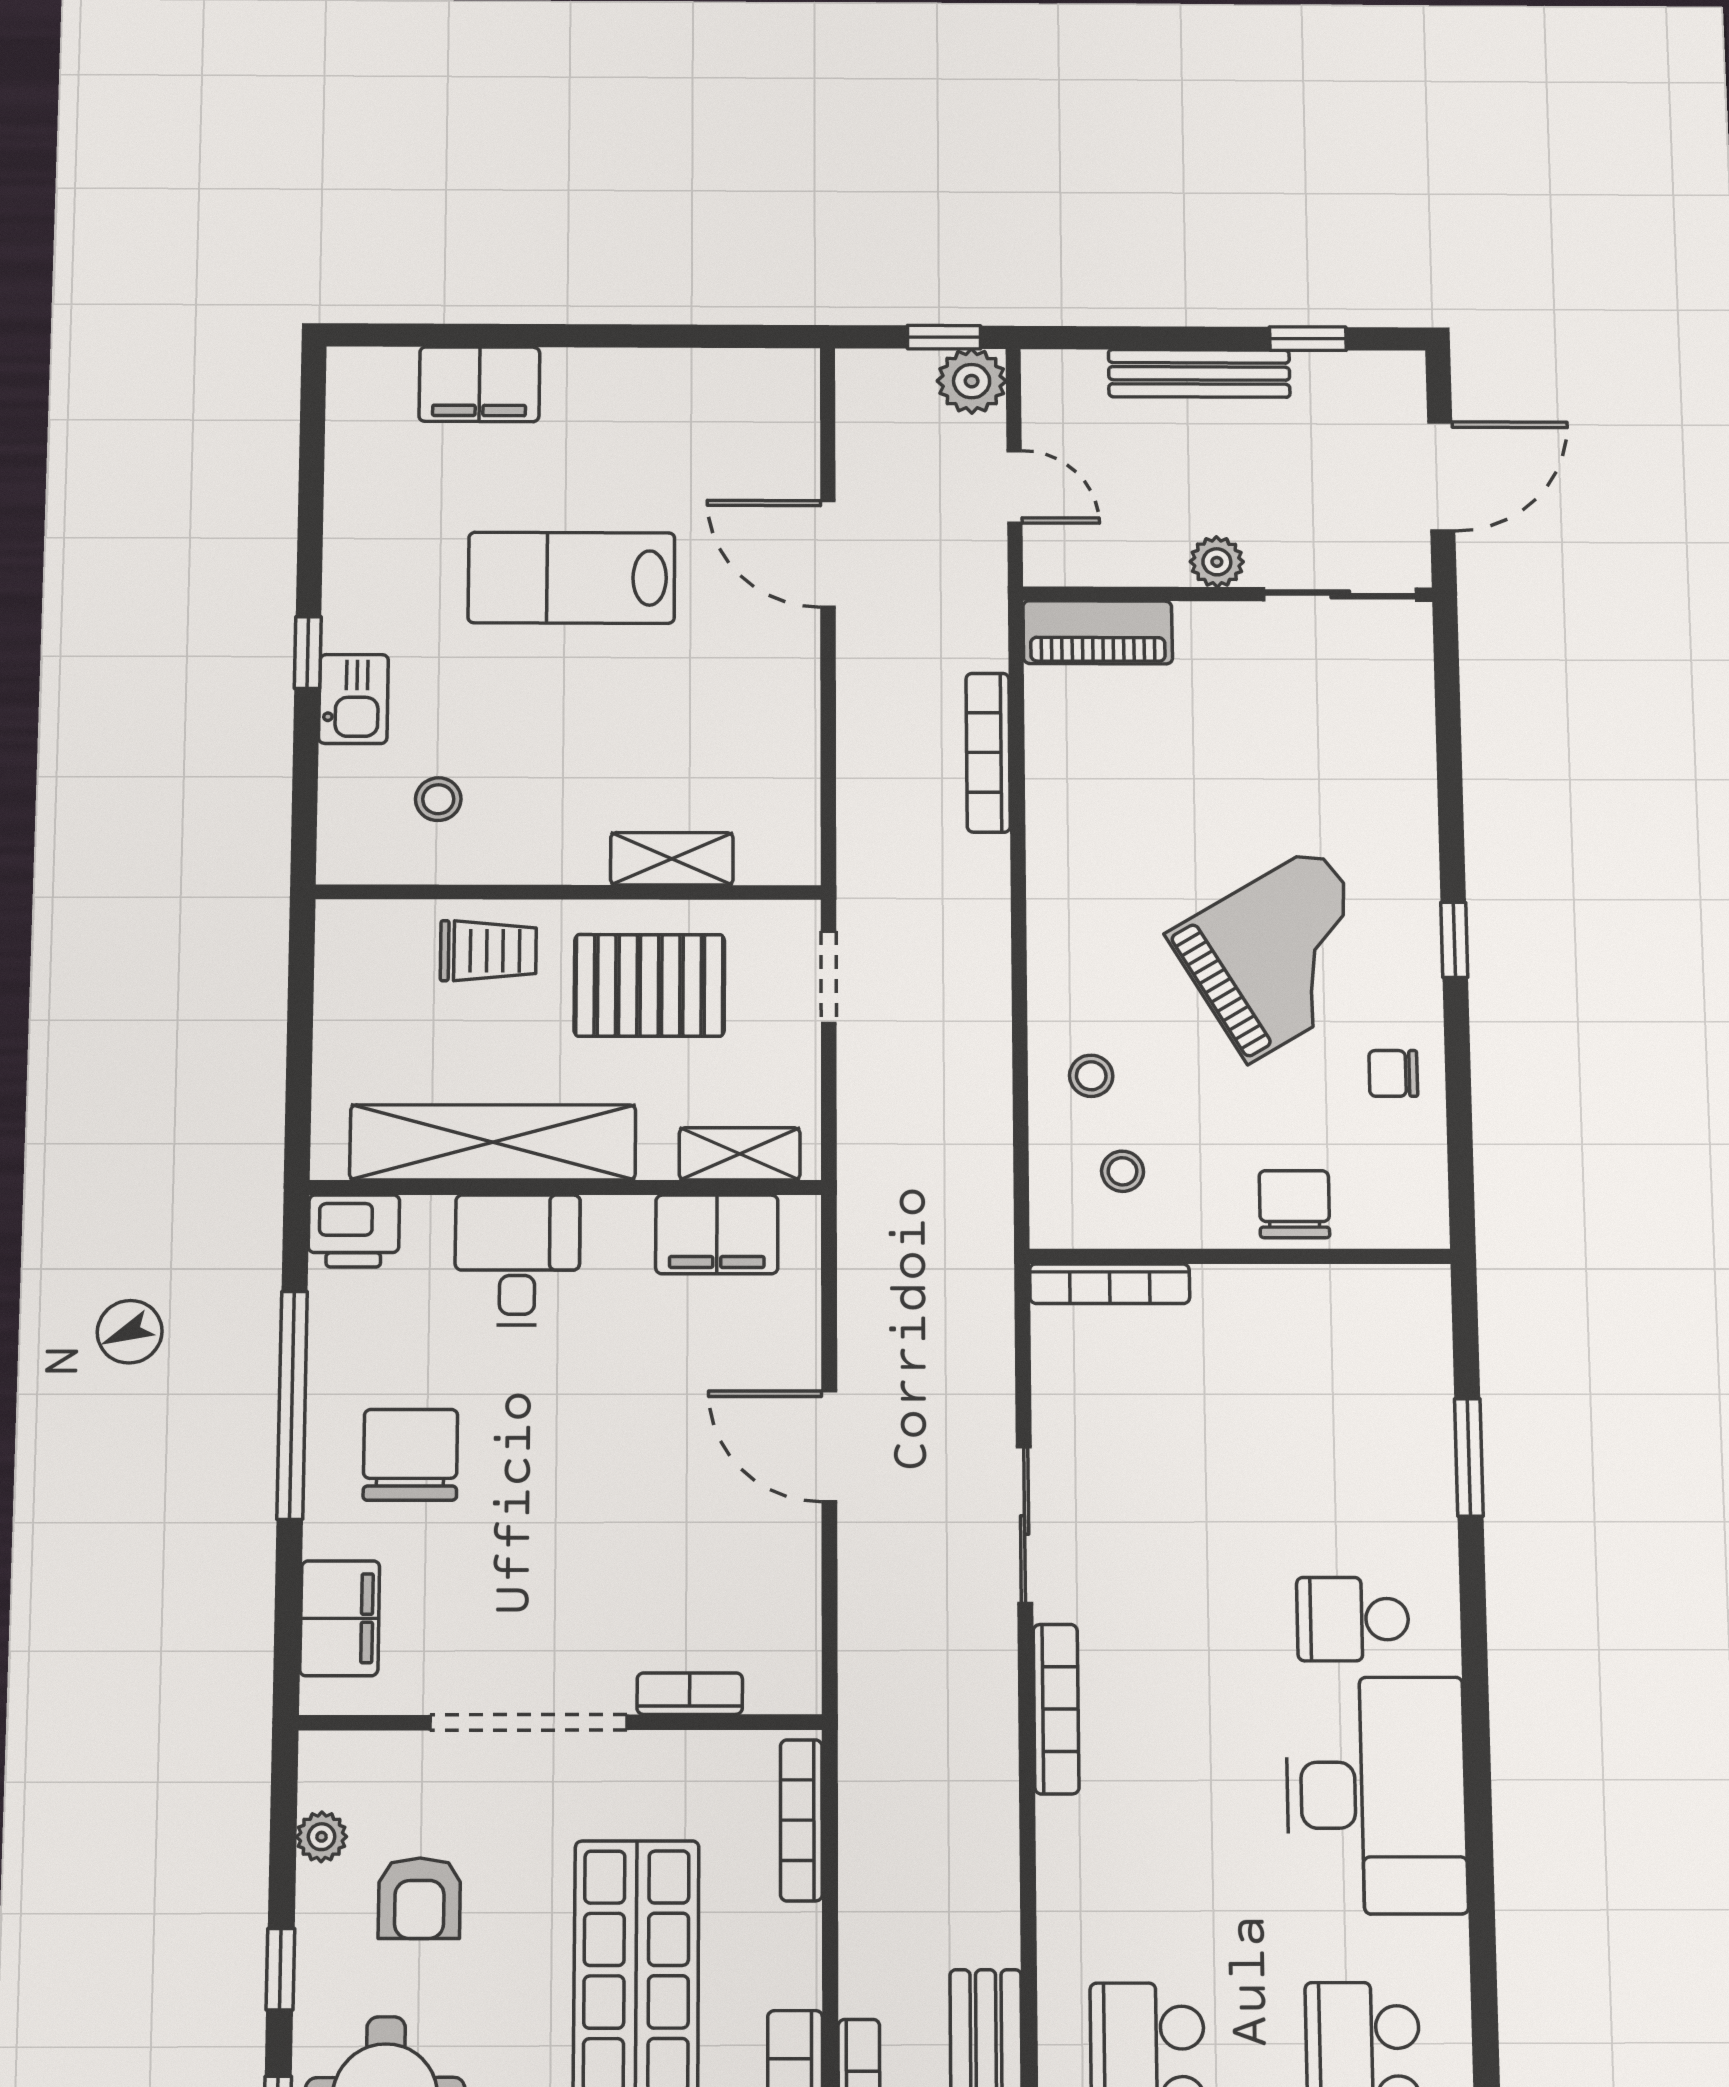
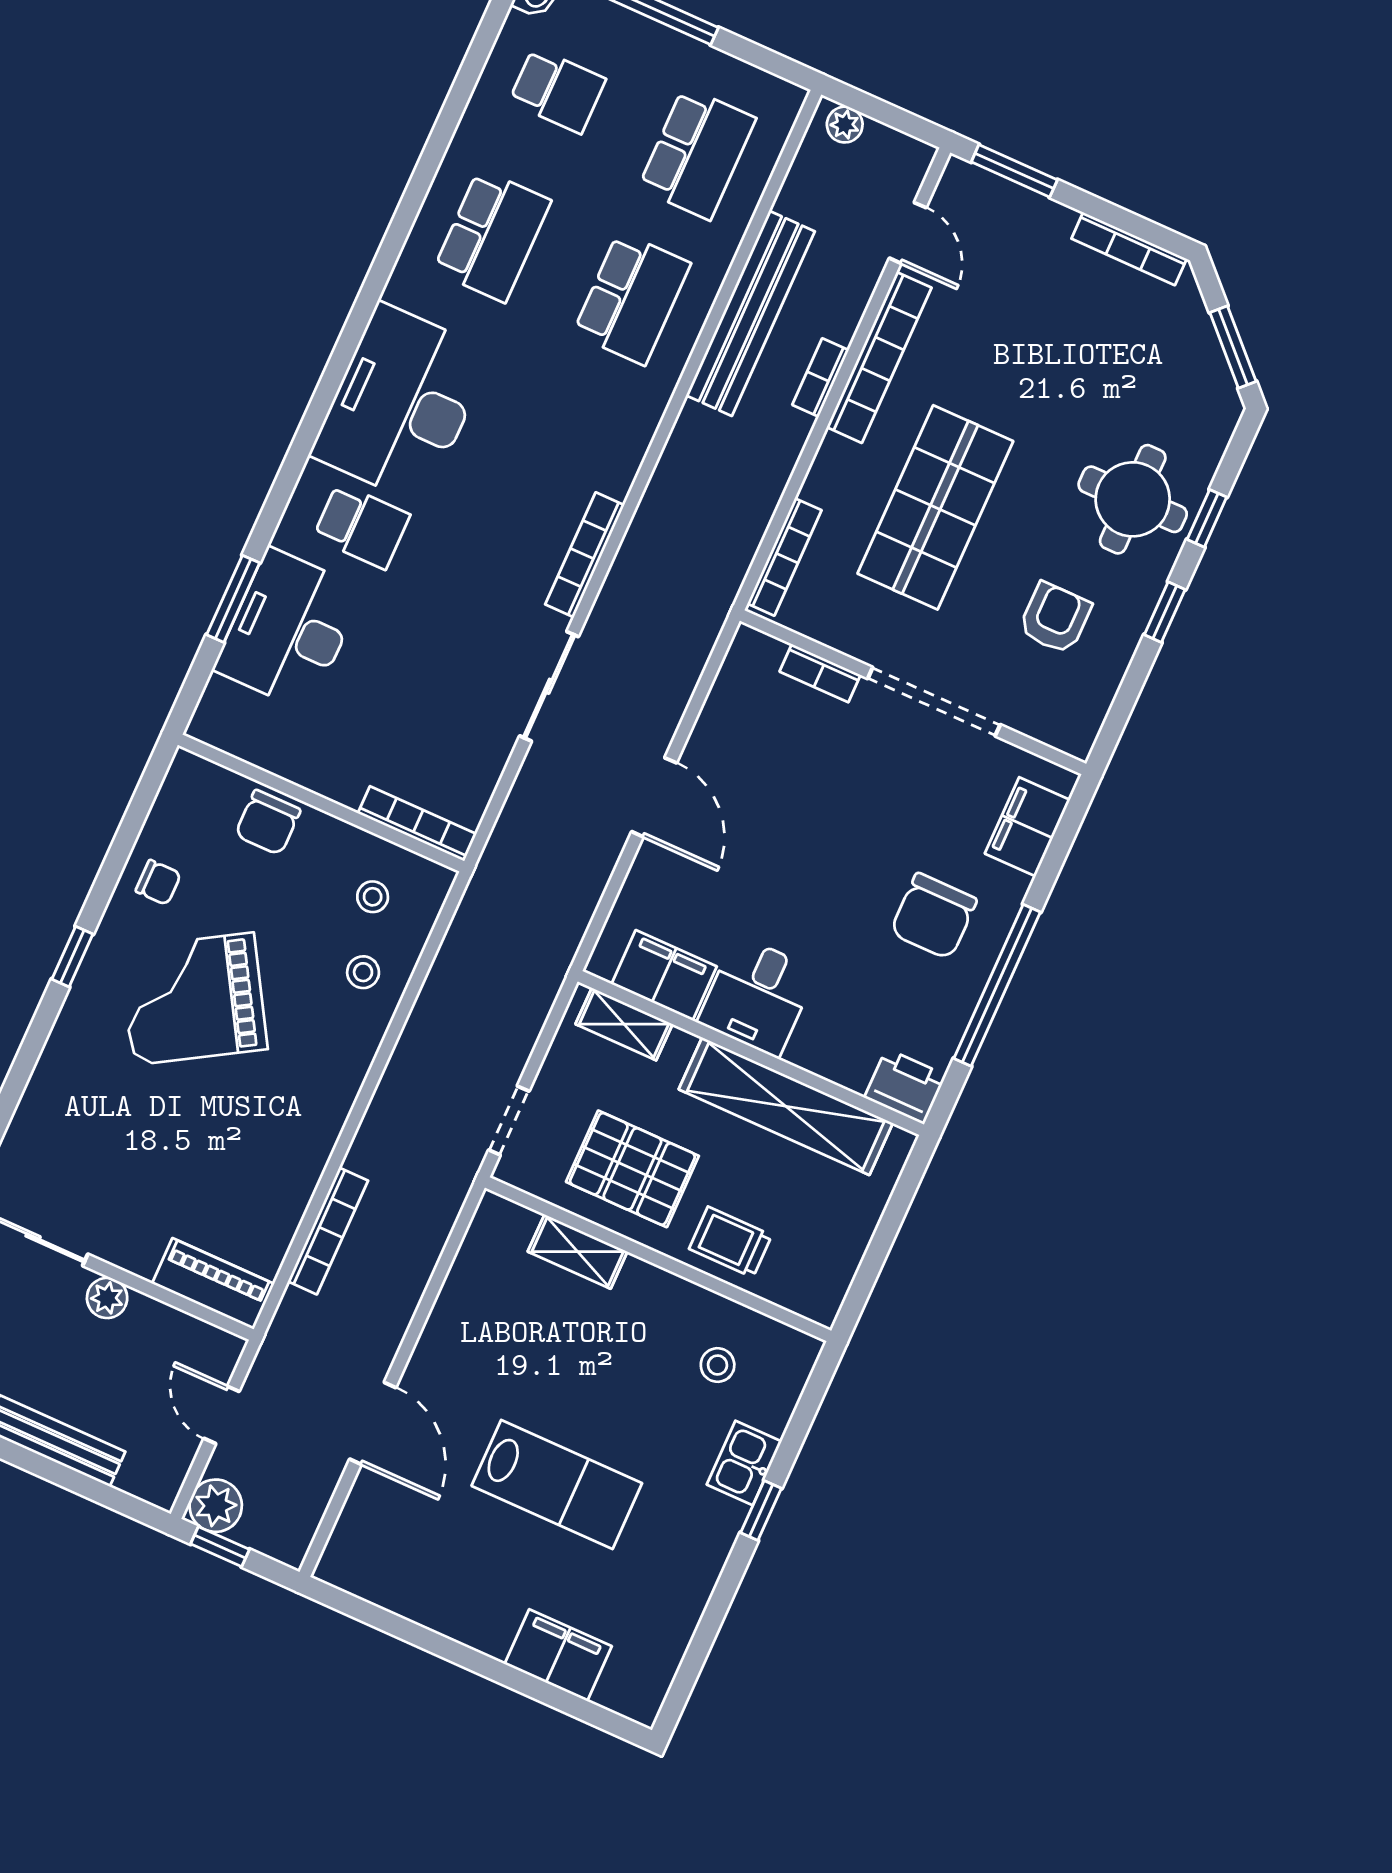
desk: (517, 1260) -> (757, 996), moved
desk: (1382, 1450) -> (289, 629), added
plant: (322, 1837) -> (1101, 687), removed

